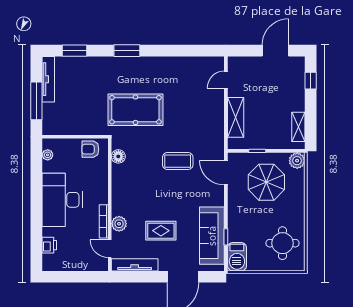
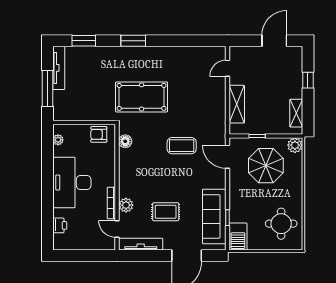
window: (311, 81) -> (308, 80), moved

